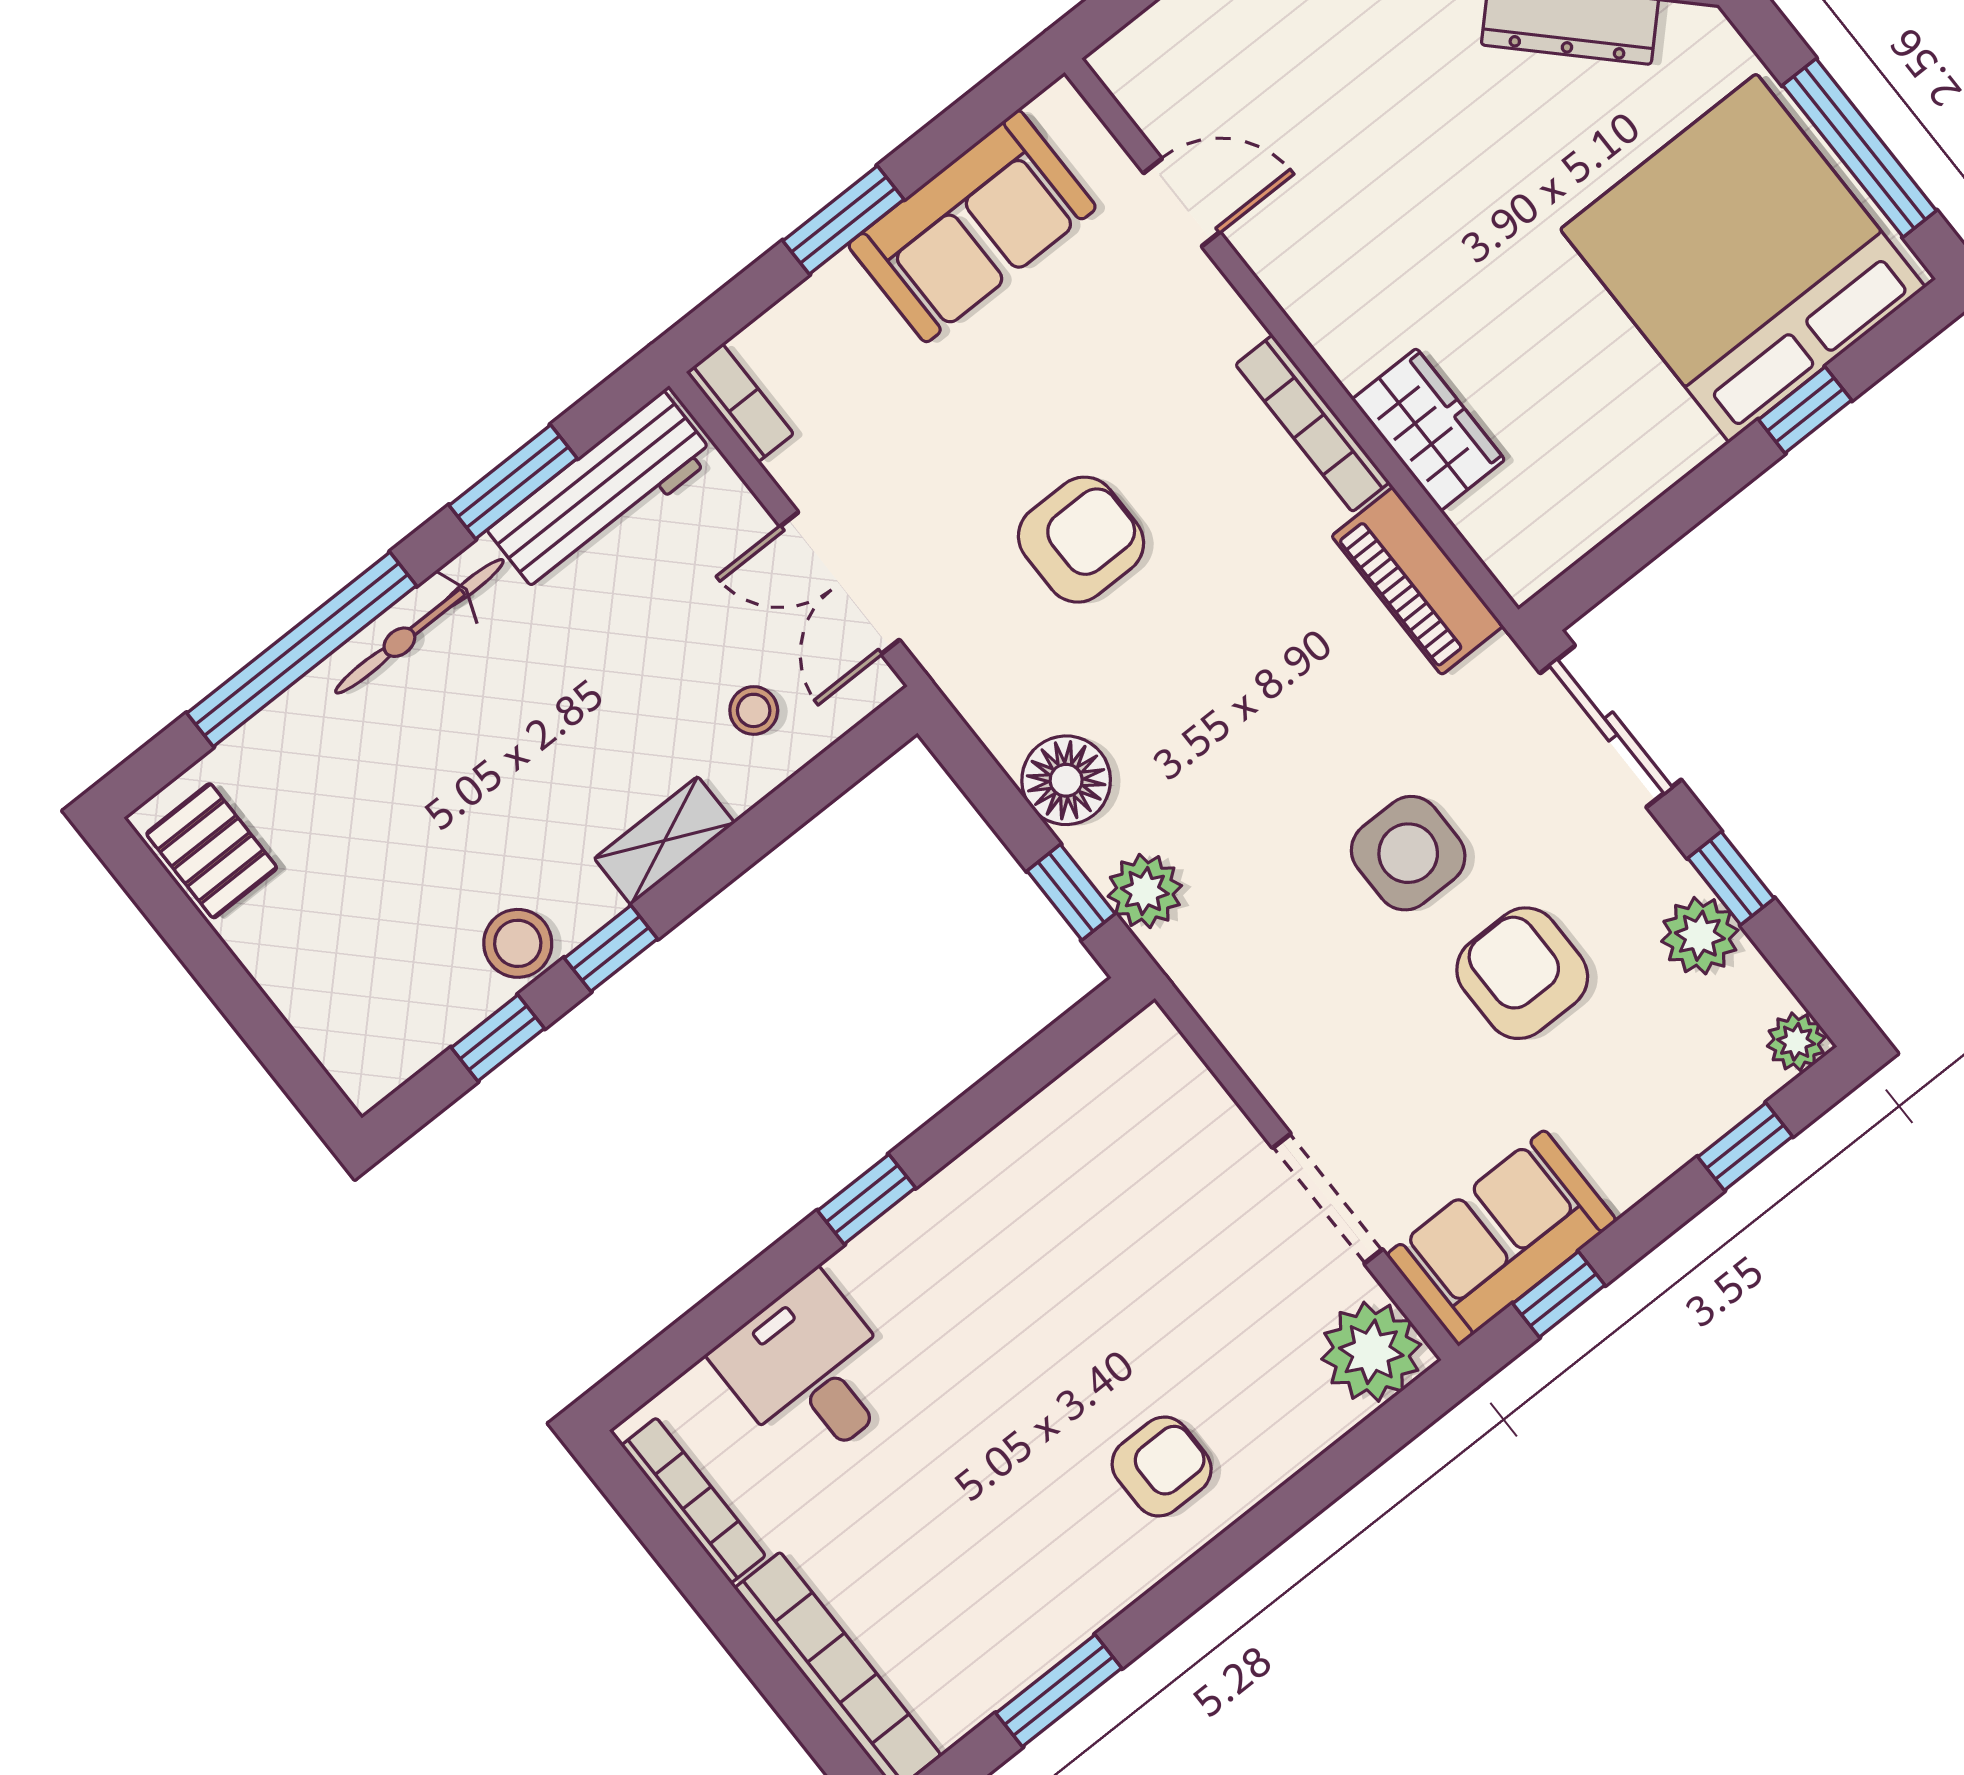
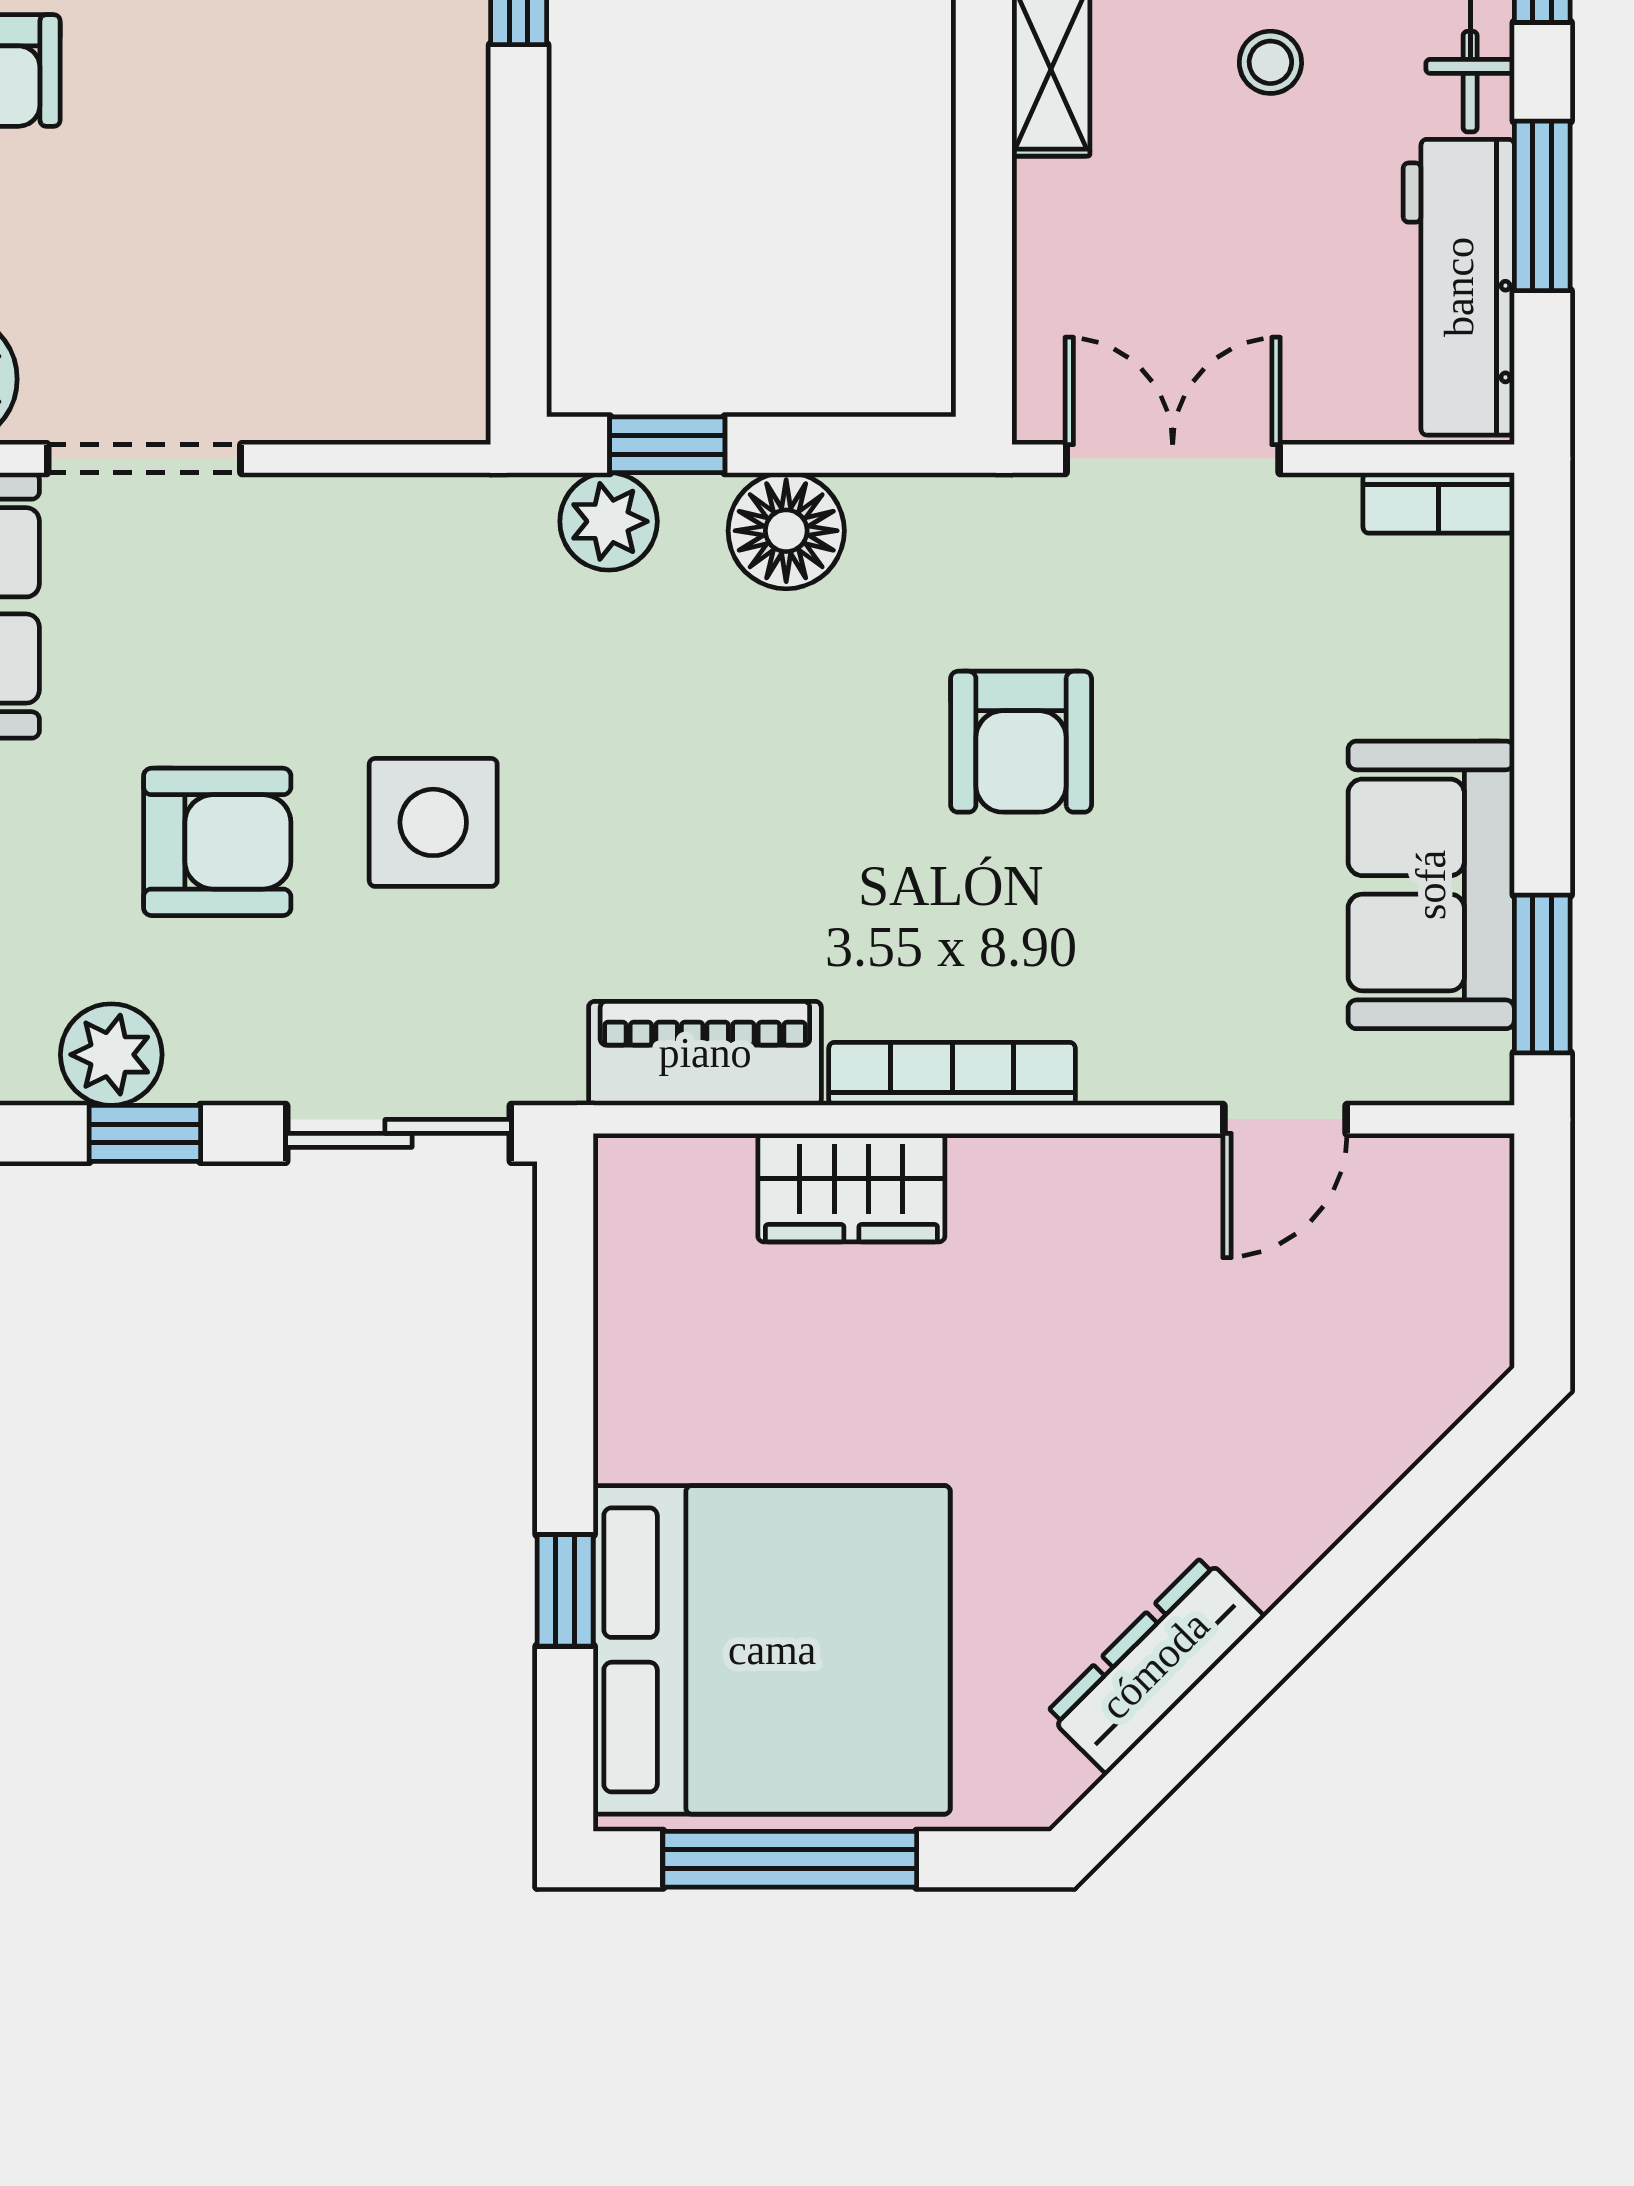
window: (843, 220) -> (1542, 974), moved
stool: (754, 710) -> (1270, 62), moved

